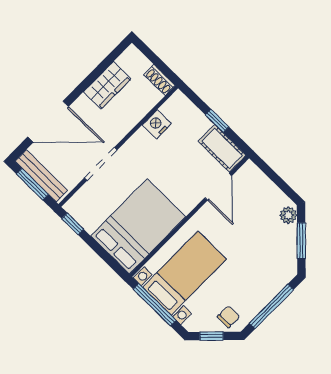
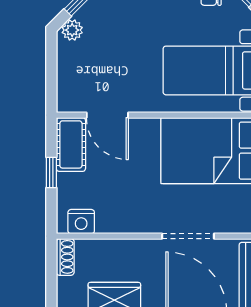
nightstand: (157, 124) -> (81, 222), moved
door: (218, 187) -> (107, 115), swing flipped

